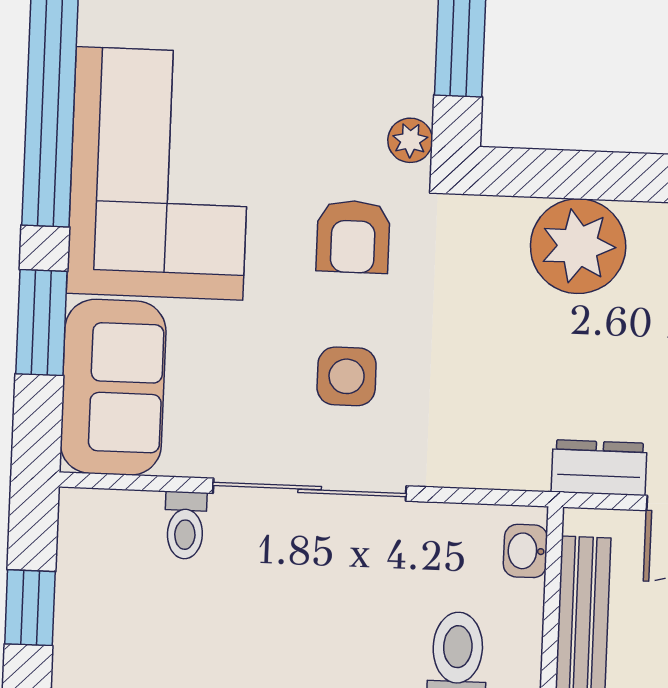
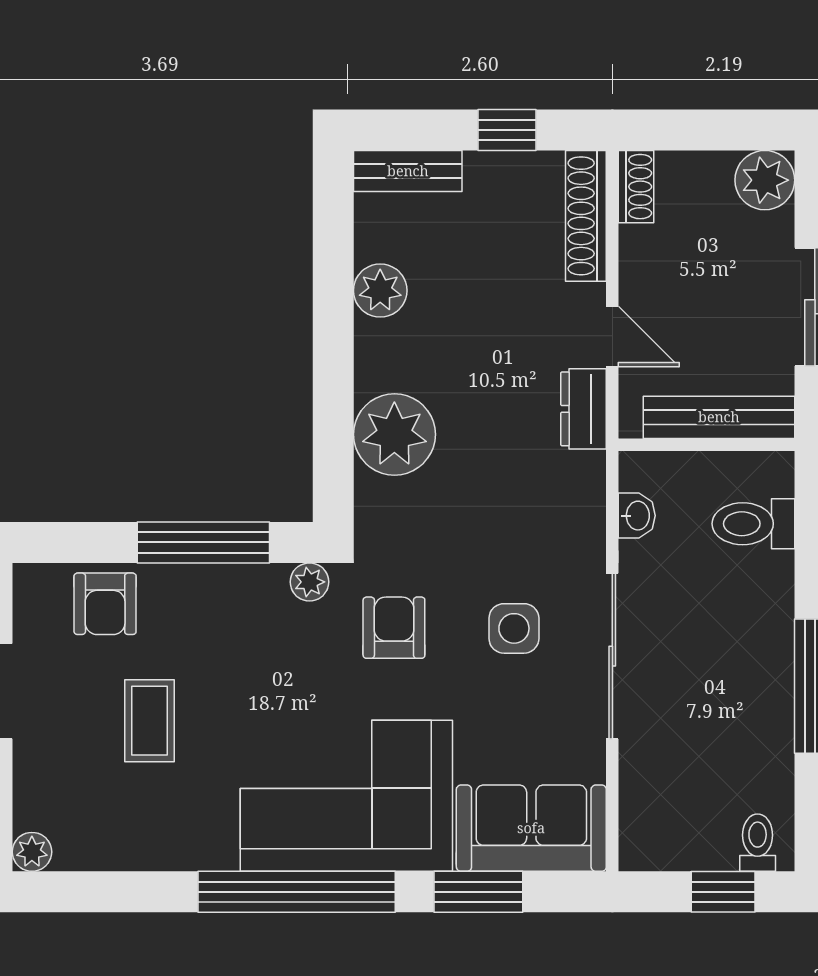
armchair: (353, 237) -> (394, 628), turned -90
toilet: (185, 525) -> (758, 843), moved, turned -90
washbasin: (525, 551) -> (637, 516), moved, turned -90

